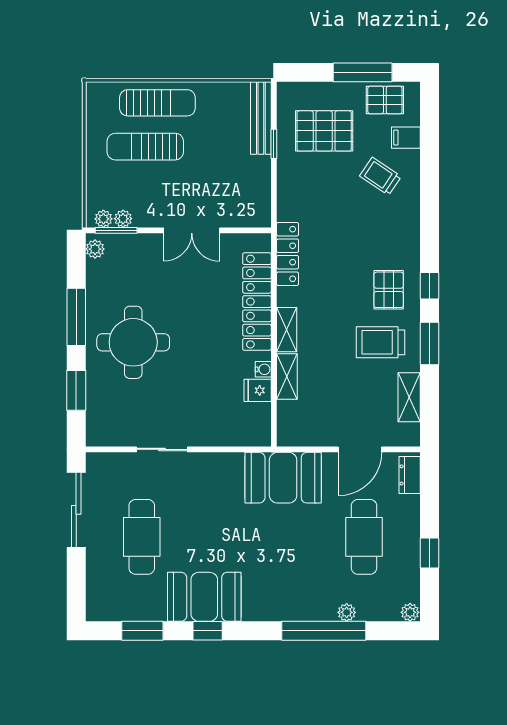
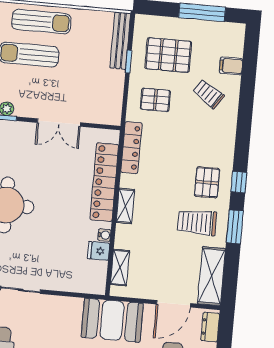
pallet: (385, 100) -> (155, 100), moved
shelving: (287, 377) -> (120, 268), moved
shelving: (409, 397) -> (212, 276), width x1.50, depth x1.33

